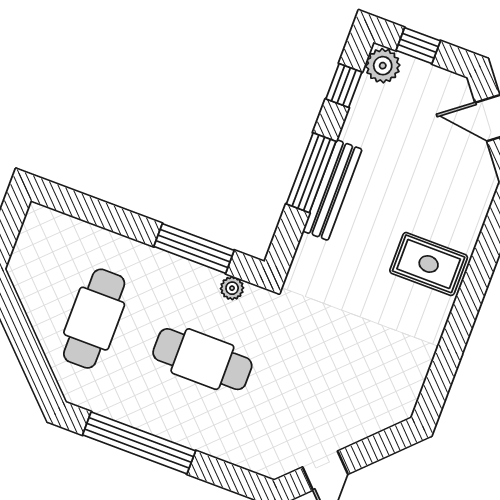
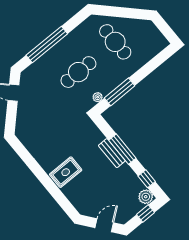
bench: (332, 190) -> (112, 153), width x0.73
window: (139, 443) -> (47, 44), moved

